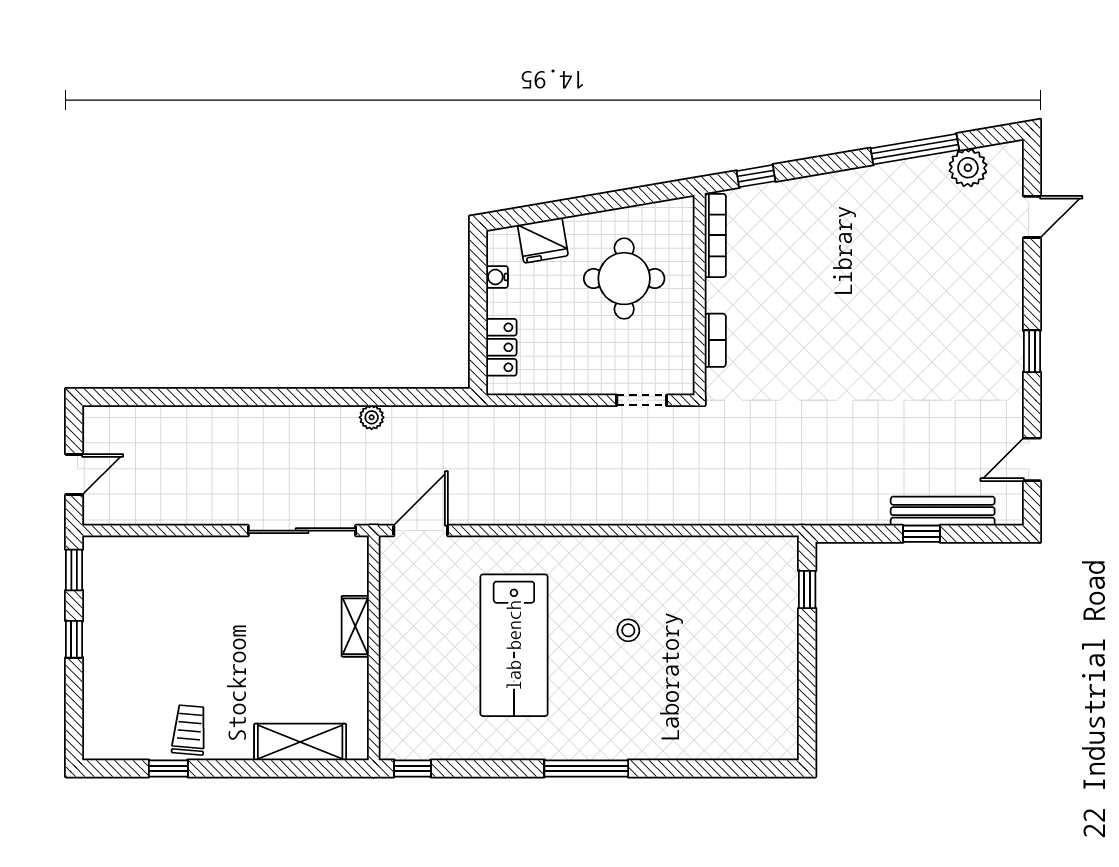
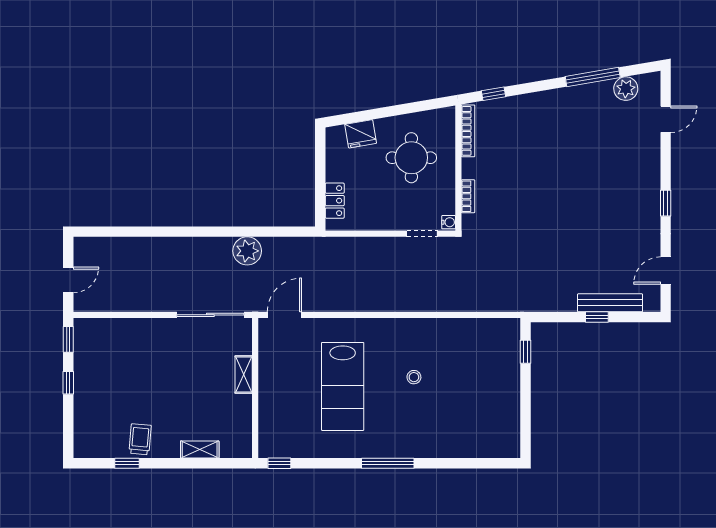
water cooler: (497, 277) -> (449, 222), moved, turned 180
plant: (372, 417) -> (247, 251), width x1.88, depth x1.88
shelving: (300, 742) -> (200, 450), width x0.67, depth x0.75

